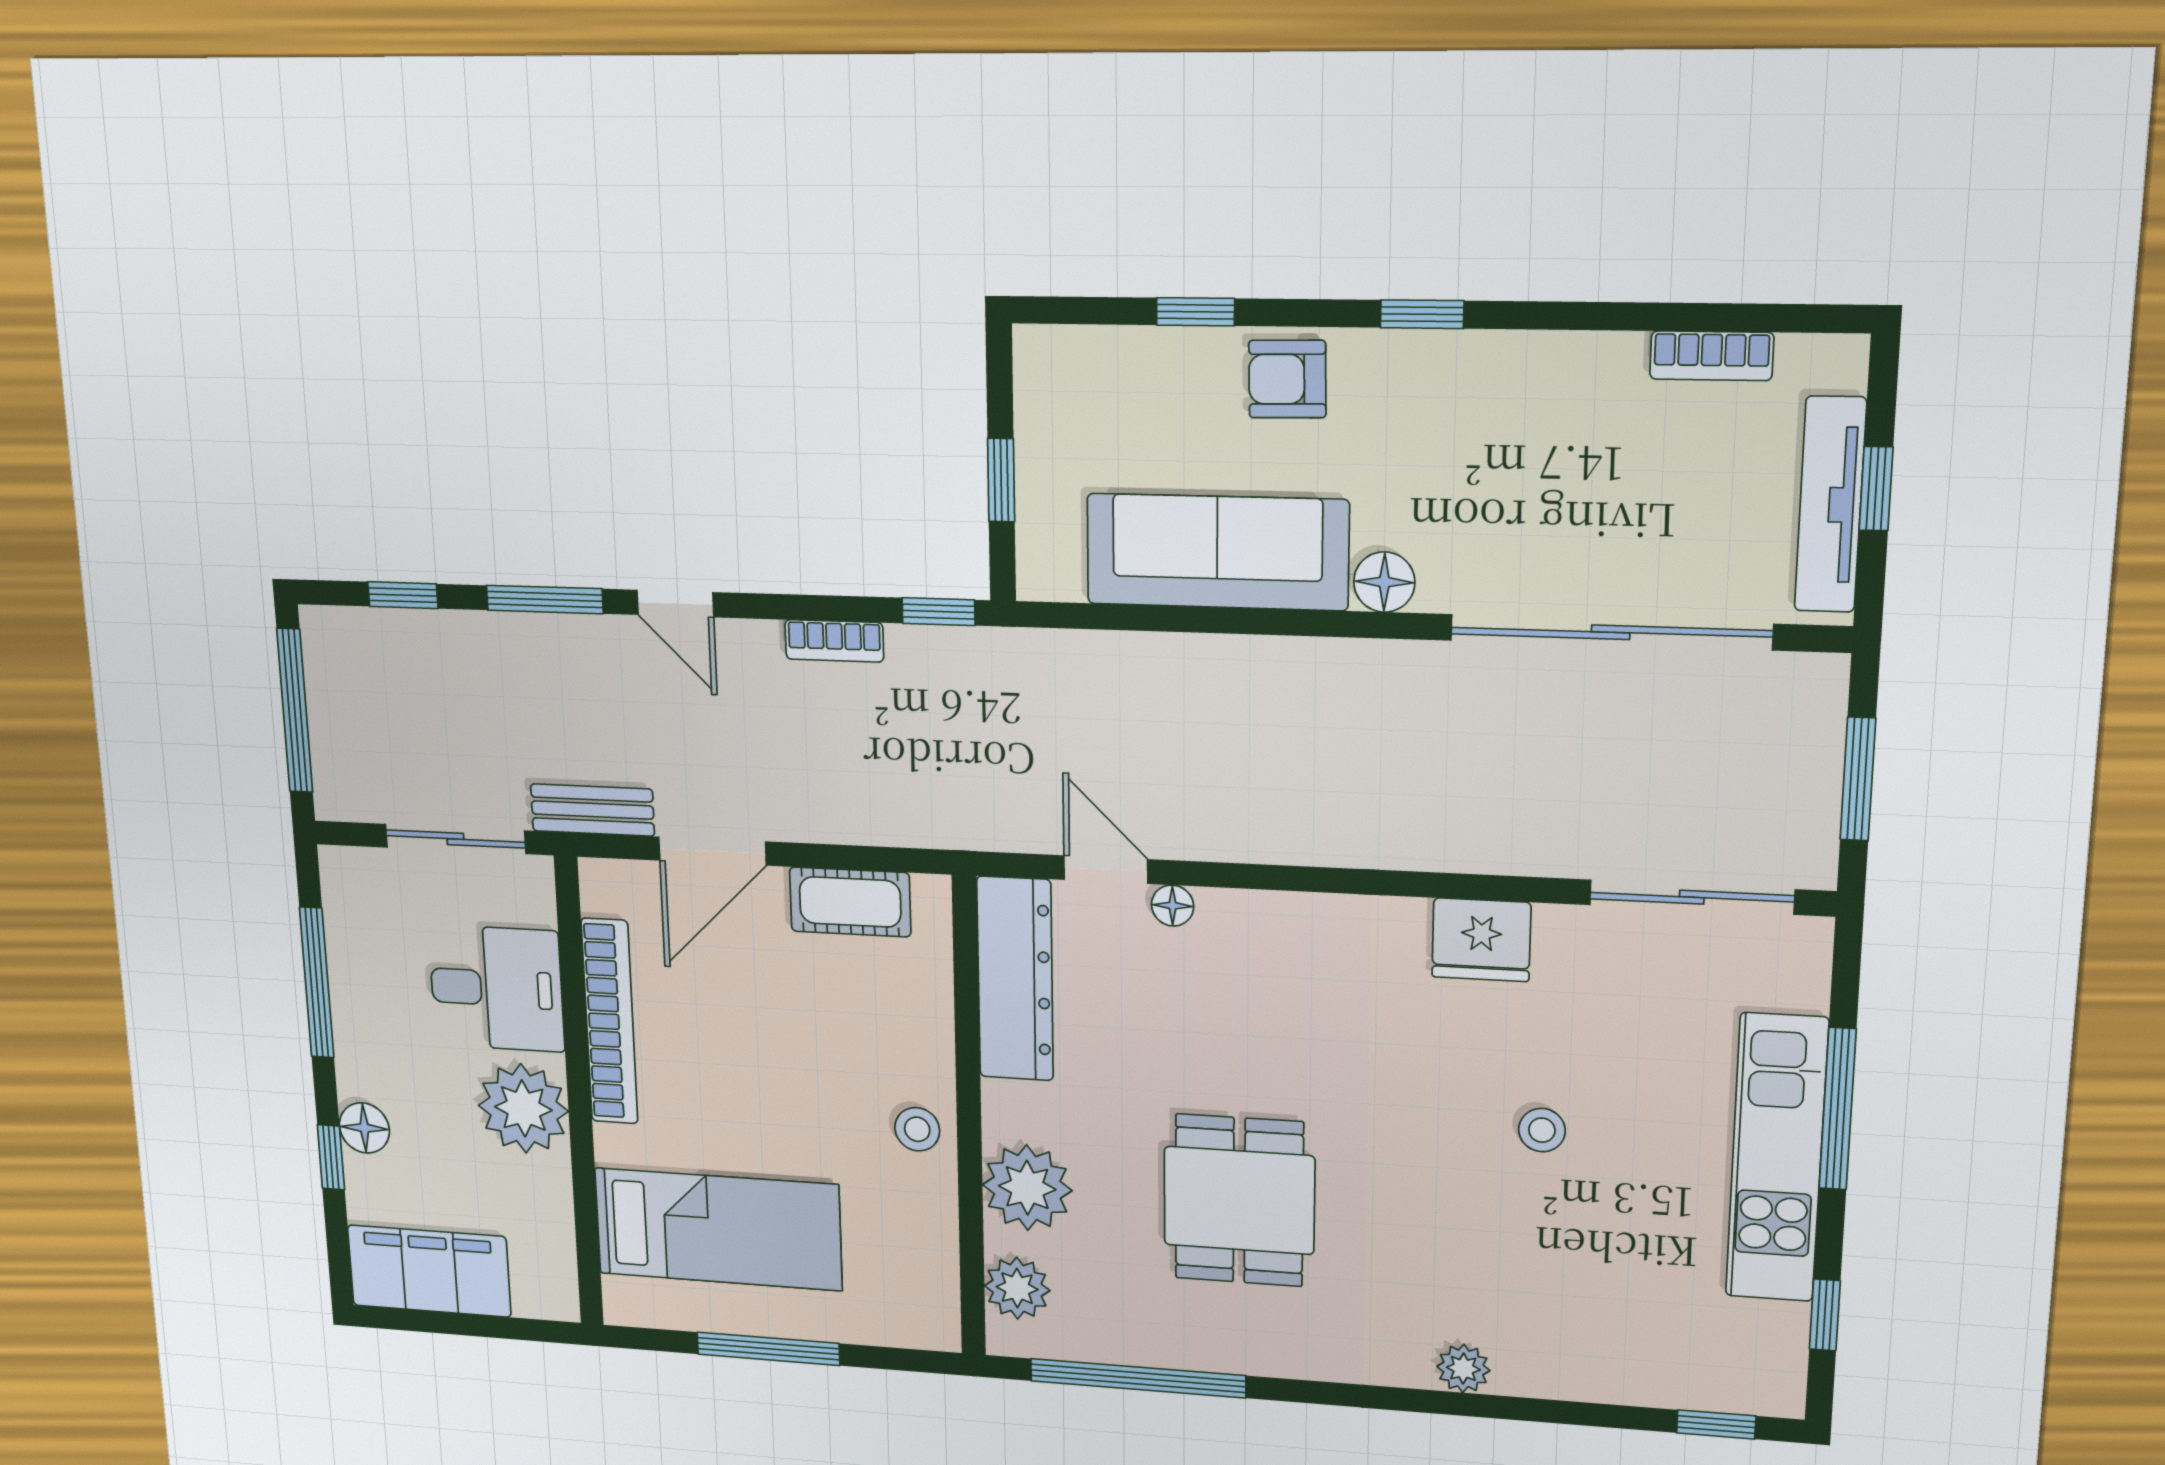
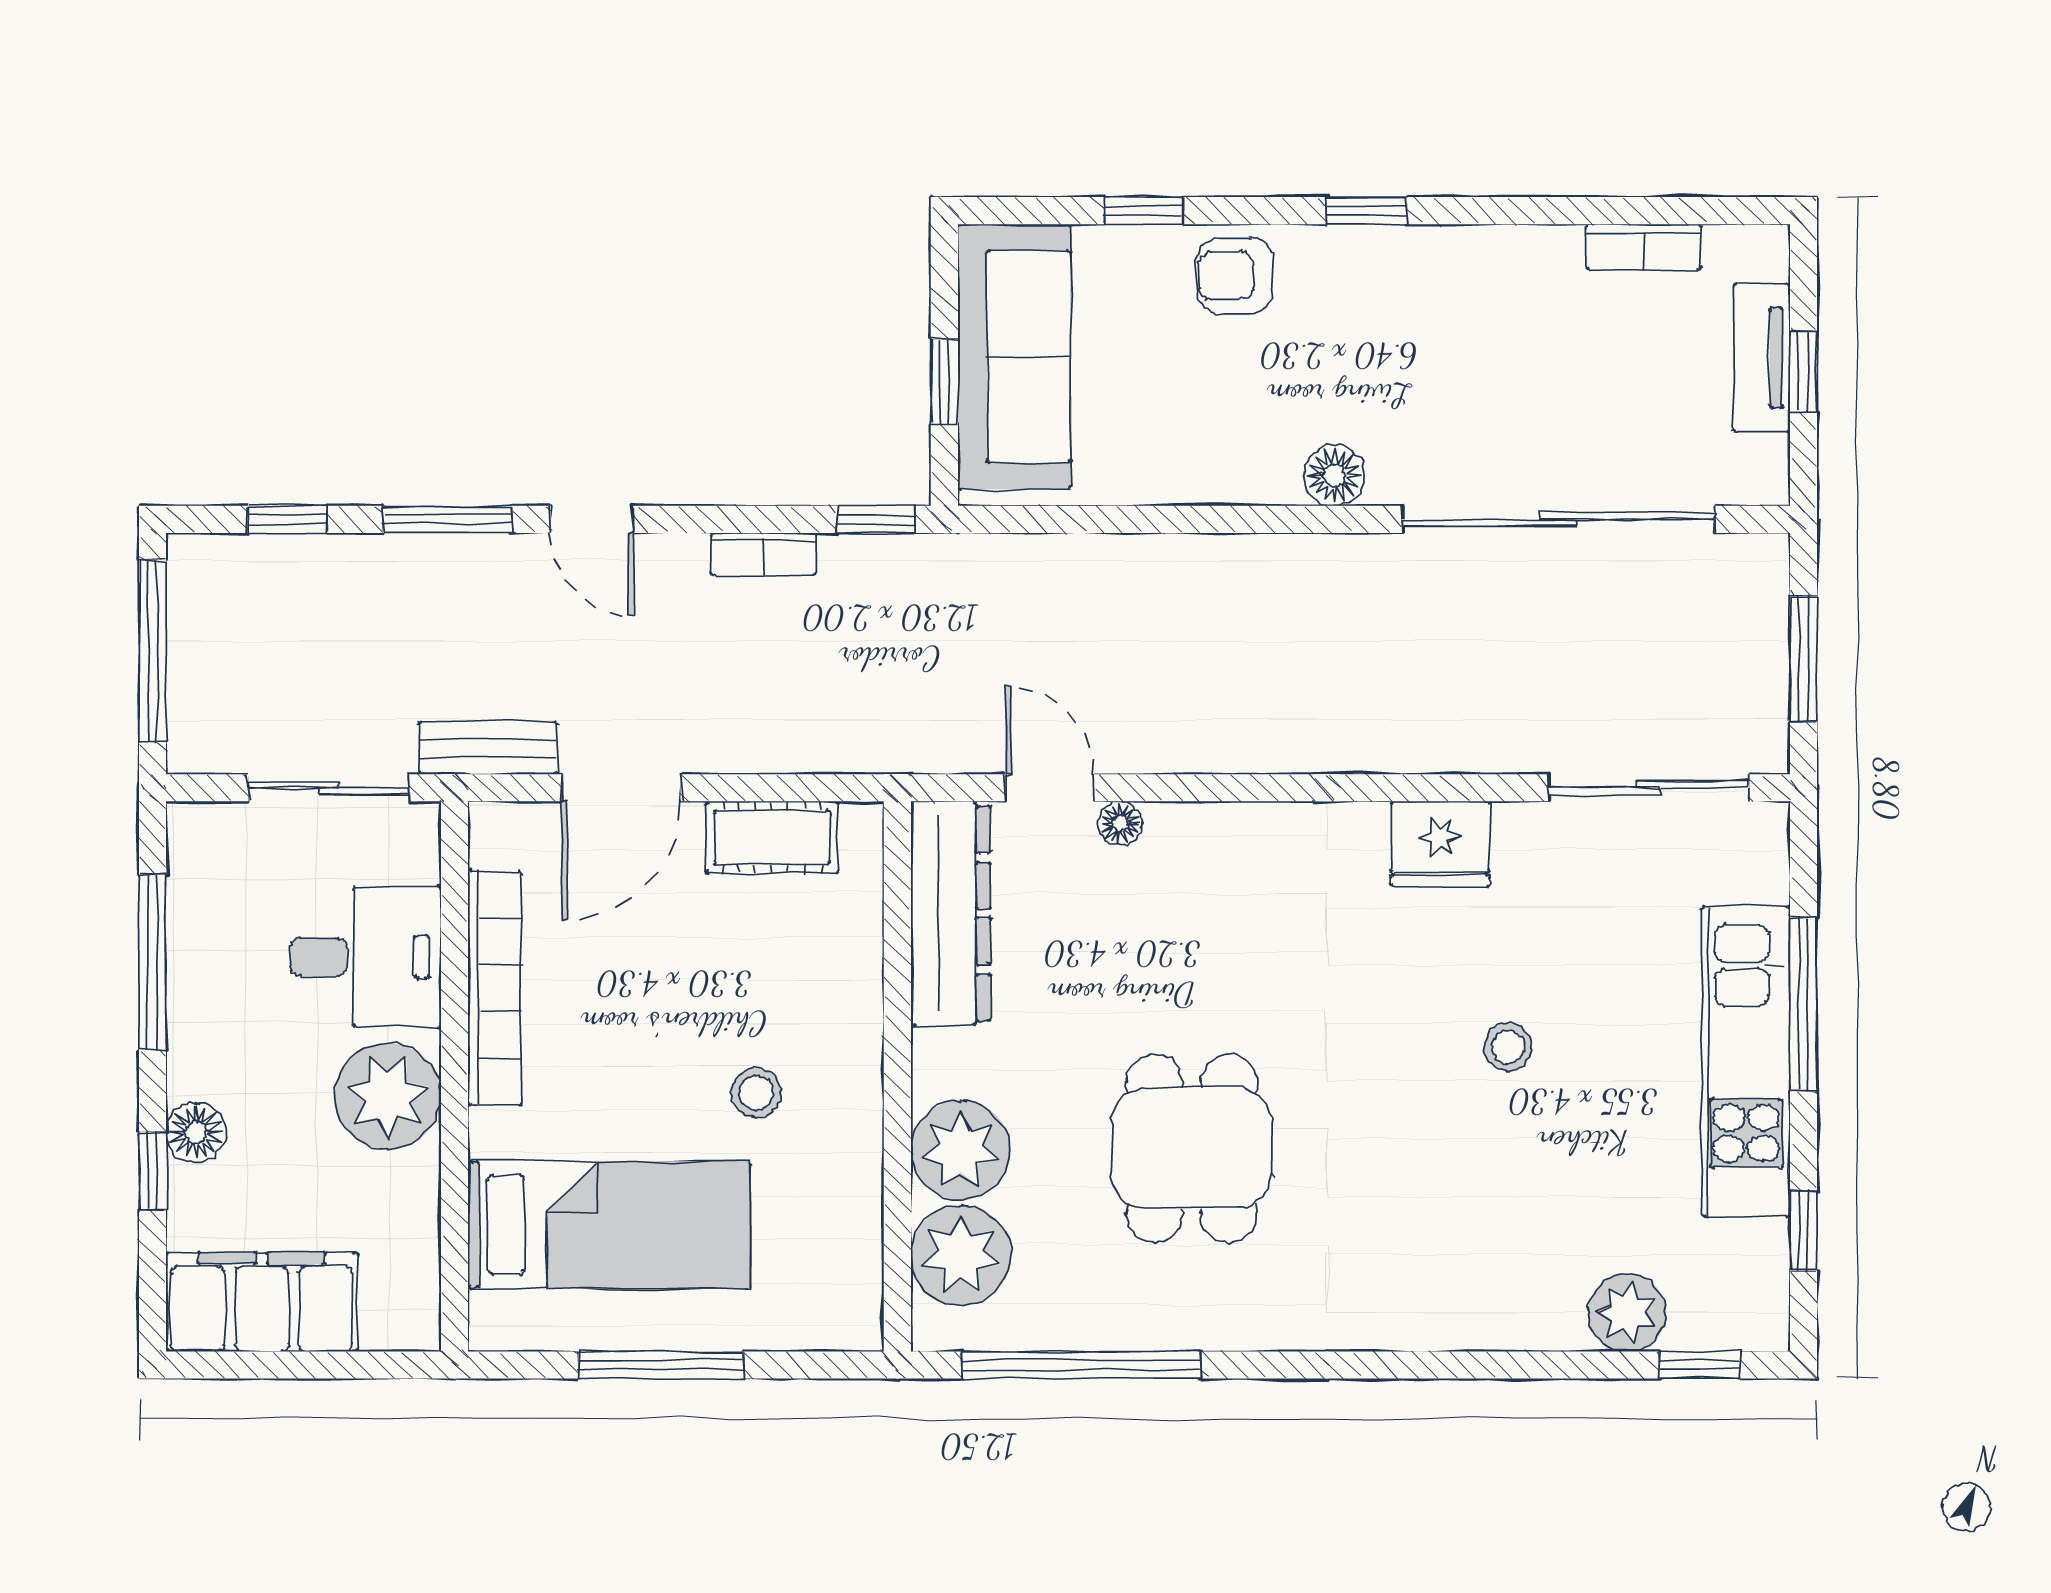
tv unit: (1830, 505) -> (1762, 358), width x0.71
sofa: (1217, 552) -> (1014, 357), moved, turned 90
stool: (917, 1129) -> (756, 1093), moved
plant: (1017, 1288) -> (961, 1255), width x1.36, depth x1.36
plant: (1463, 1368) -> (1627, 1313), moved, width x1.38, depth x1.38

